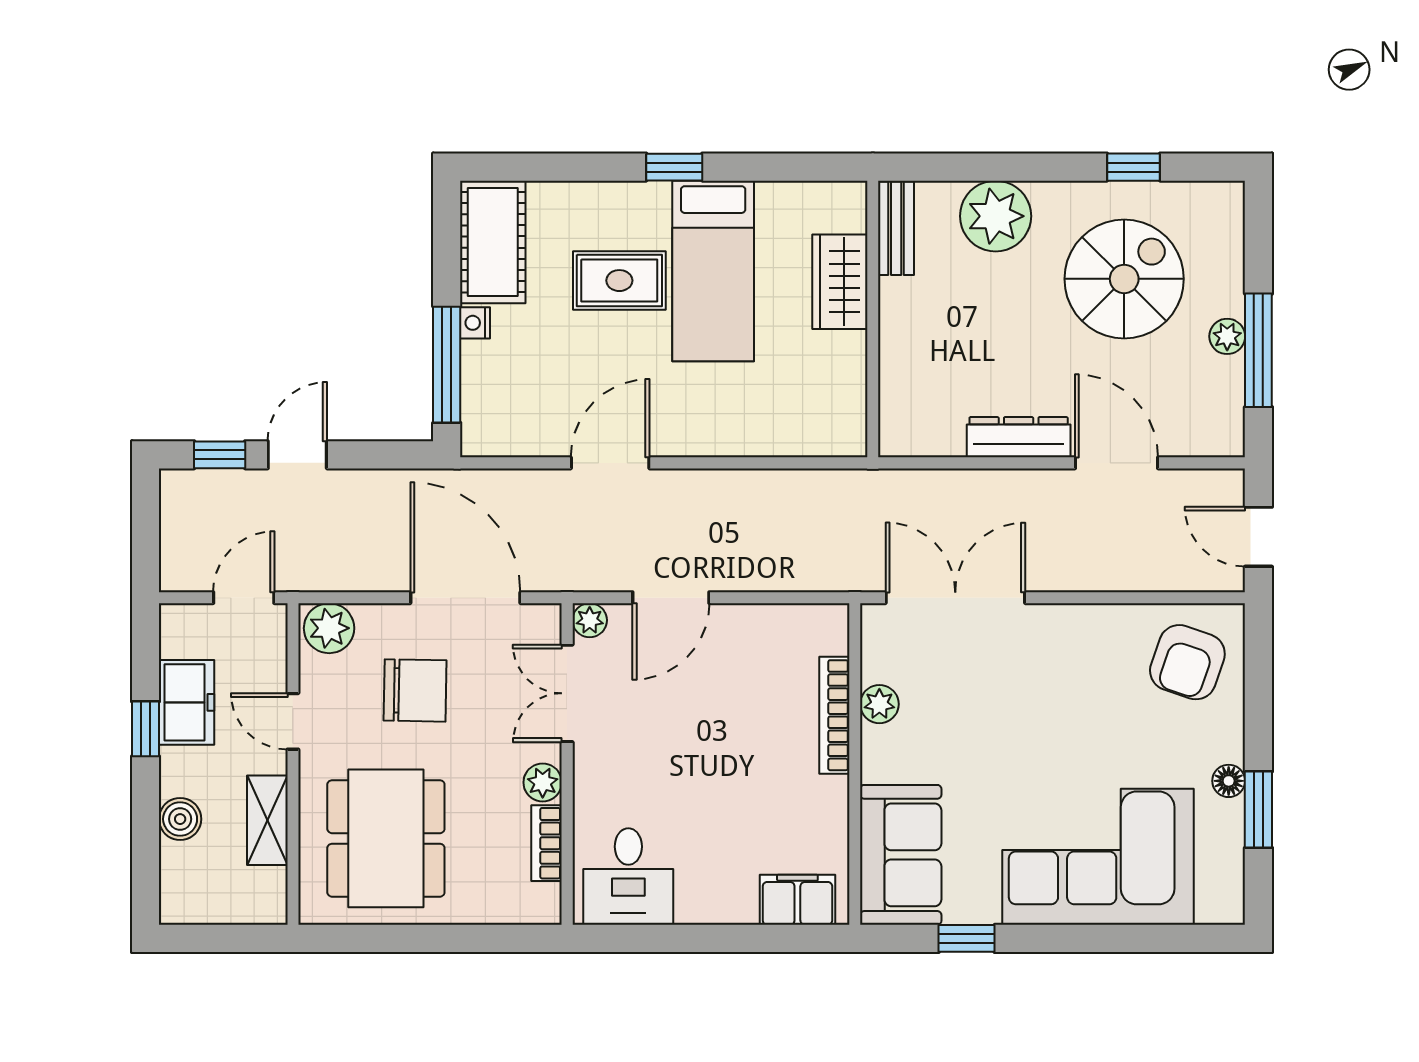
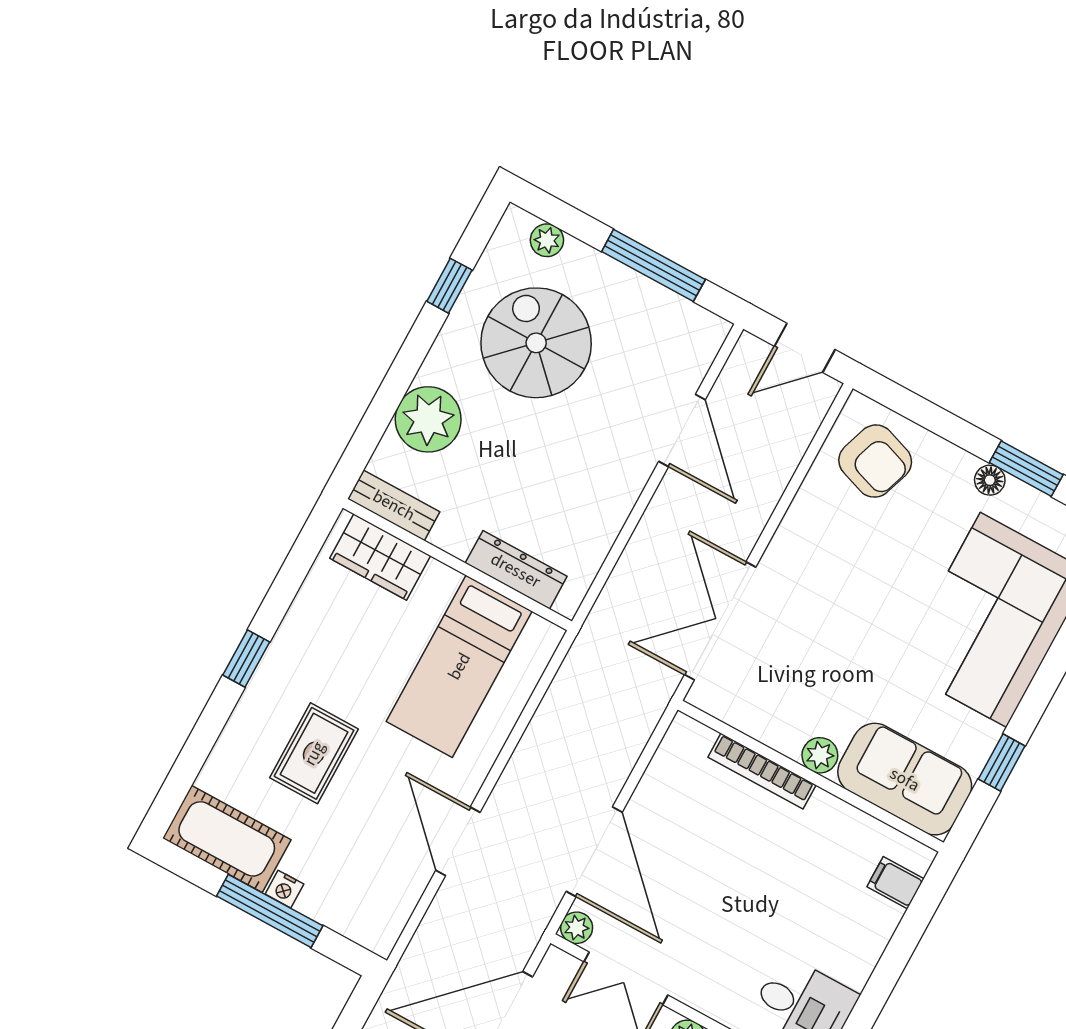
bed: (713, 271) -> (459, 666), moved, turned 90
wardrobe: (840, 282) -> (380, 557), moved
plant: (1227, 336) -> (547, 240), moved
window: (447, 365) -> (270, 911), moved
dresser: (1019, 437) -> (516, 570), moved, turned 90
door: (1117, 463) -> (682, 430), swing flipped
door: (671, 598) -> (594, 852), width x1.36
plant: (879, 704) -> (820, 755), moved
filing cabinet: (797, 900) -> (895, 883), width x0.50

